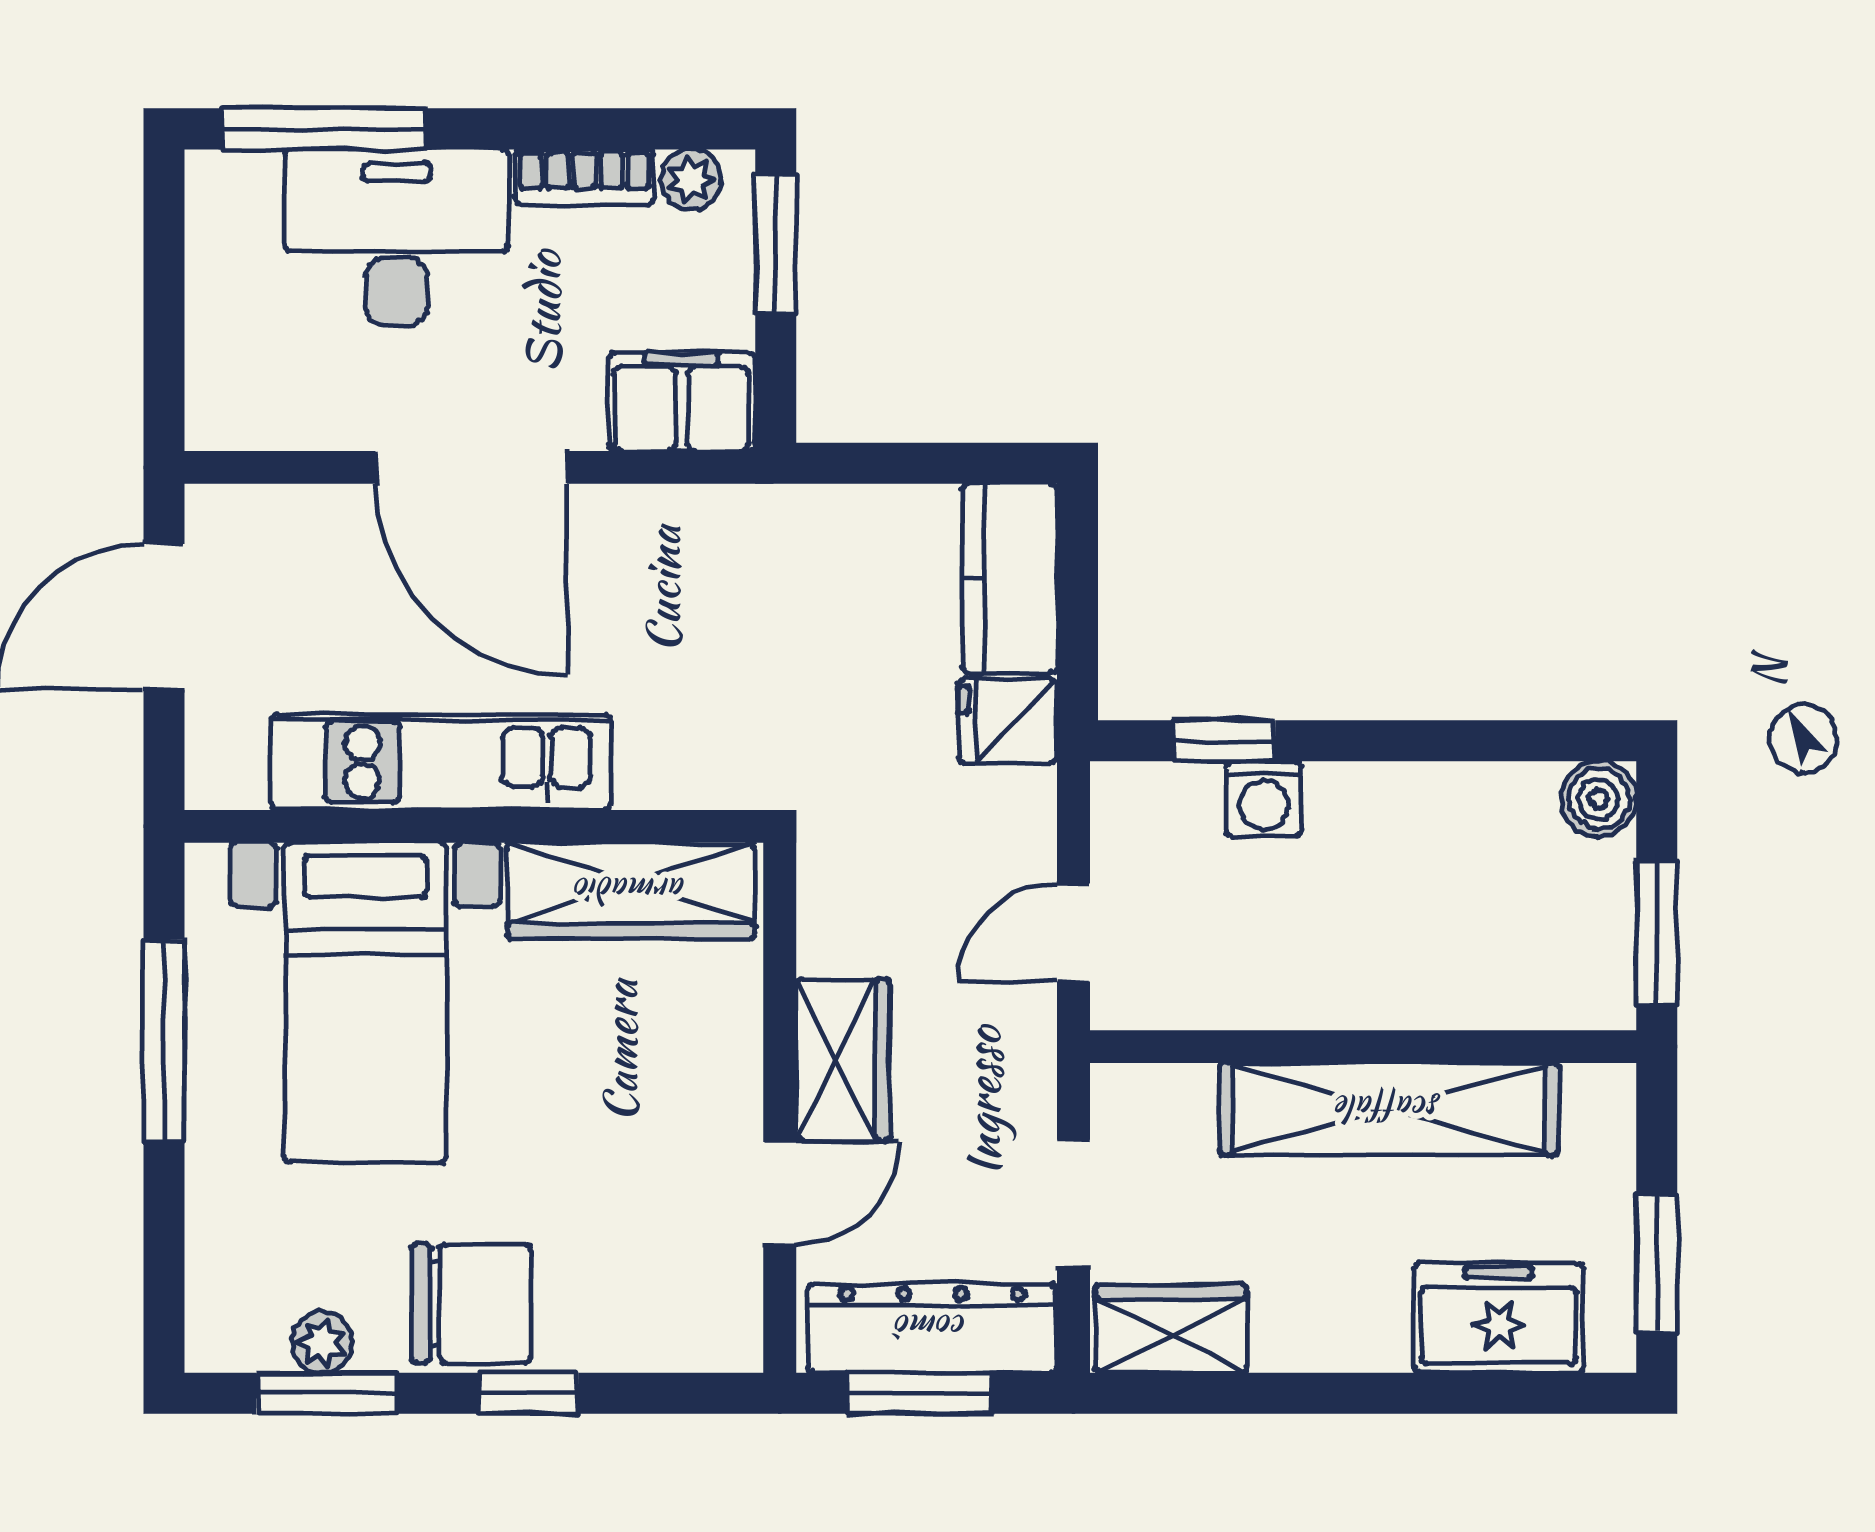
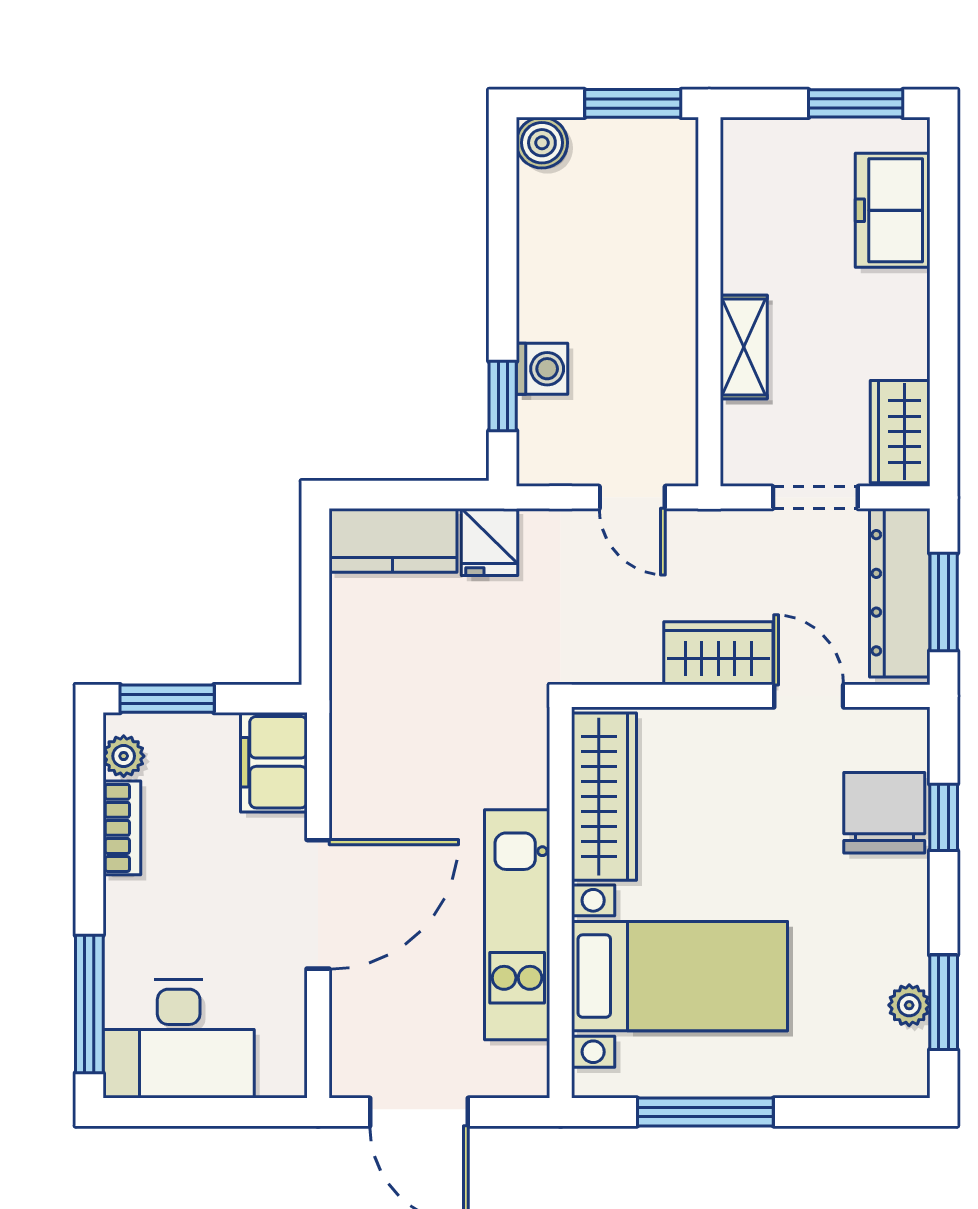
desk: (397, 237) -> (179, 1039), moved, turned -90
shelving: (1389, 1109) -> (744, 347), width x0.45, depth x0.75
chair: (471, 1304) -> (884, 813), moved
window: (529, 1393) -> (944, 817), moved

